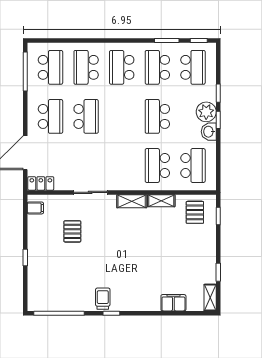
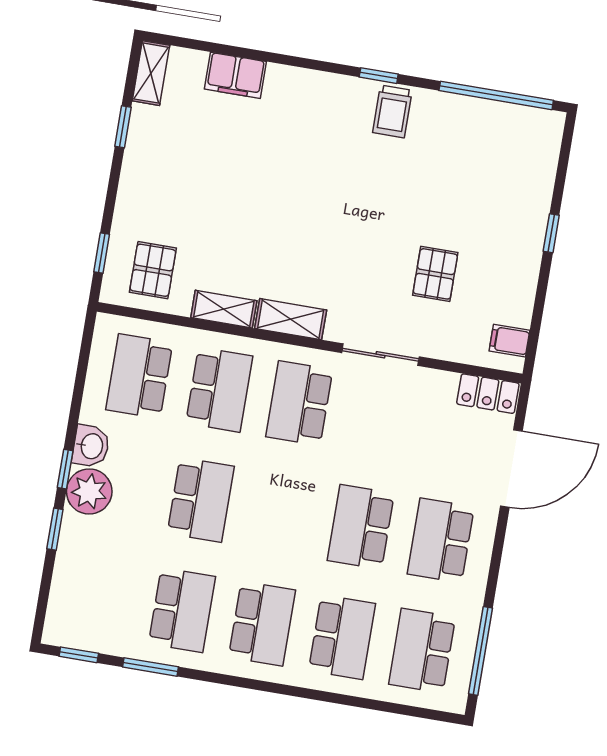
school desk: (193, 67) -> (299, 403), moved

